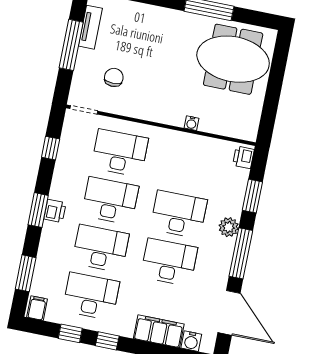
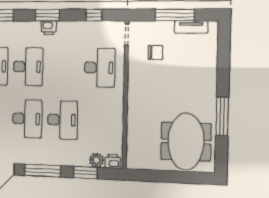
water cooler: (192, 123) -> (131, 118), removed
desk: (110, 201) -> (63, 67), removed
plant: (229, 227) -> (97, 160), moved

